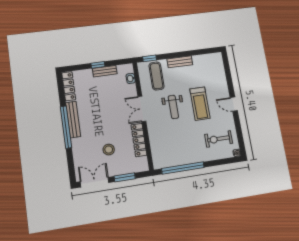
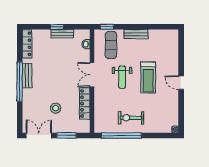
bench: (73, 120) -> (27, 76), width x0.73
exercise bike: (219, 139) -> (131, 118), moved

